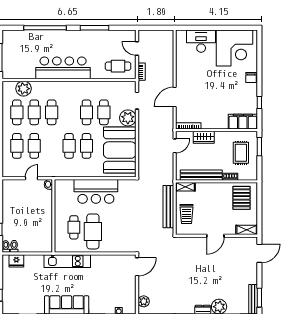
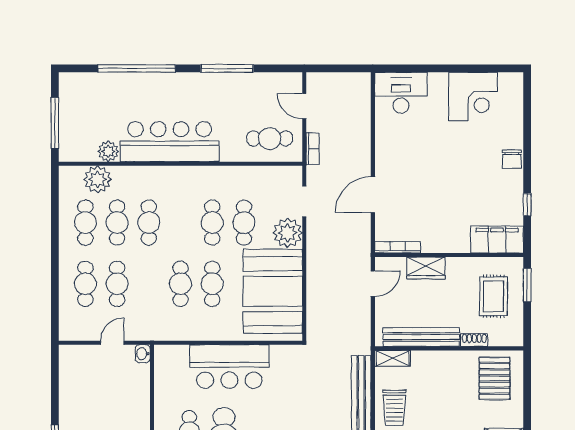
desk: (201, 41) -> (401, 93), moved
corner desk: (234, 48) -> (473, 97), width x0.74, depth x0.74
plant: (29, 73) -> (108, 151), added

